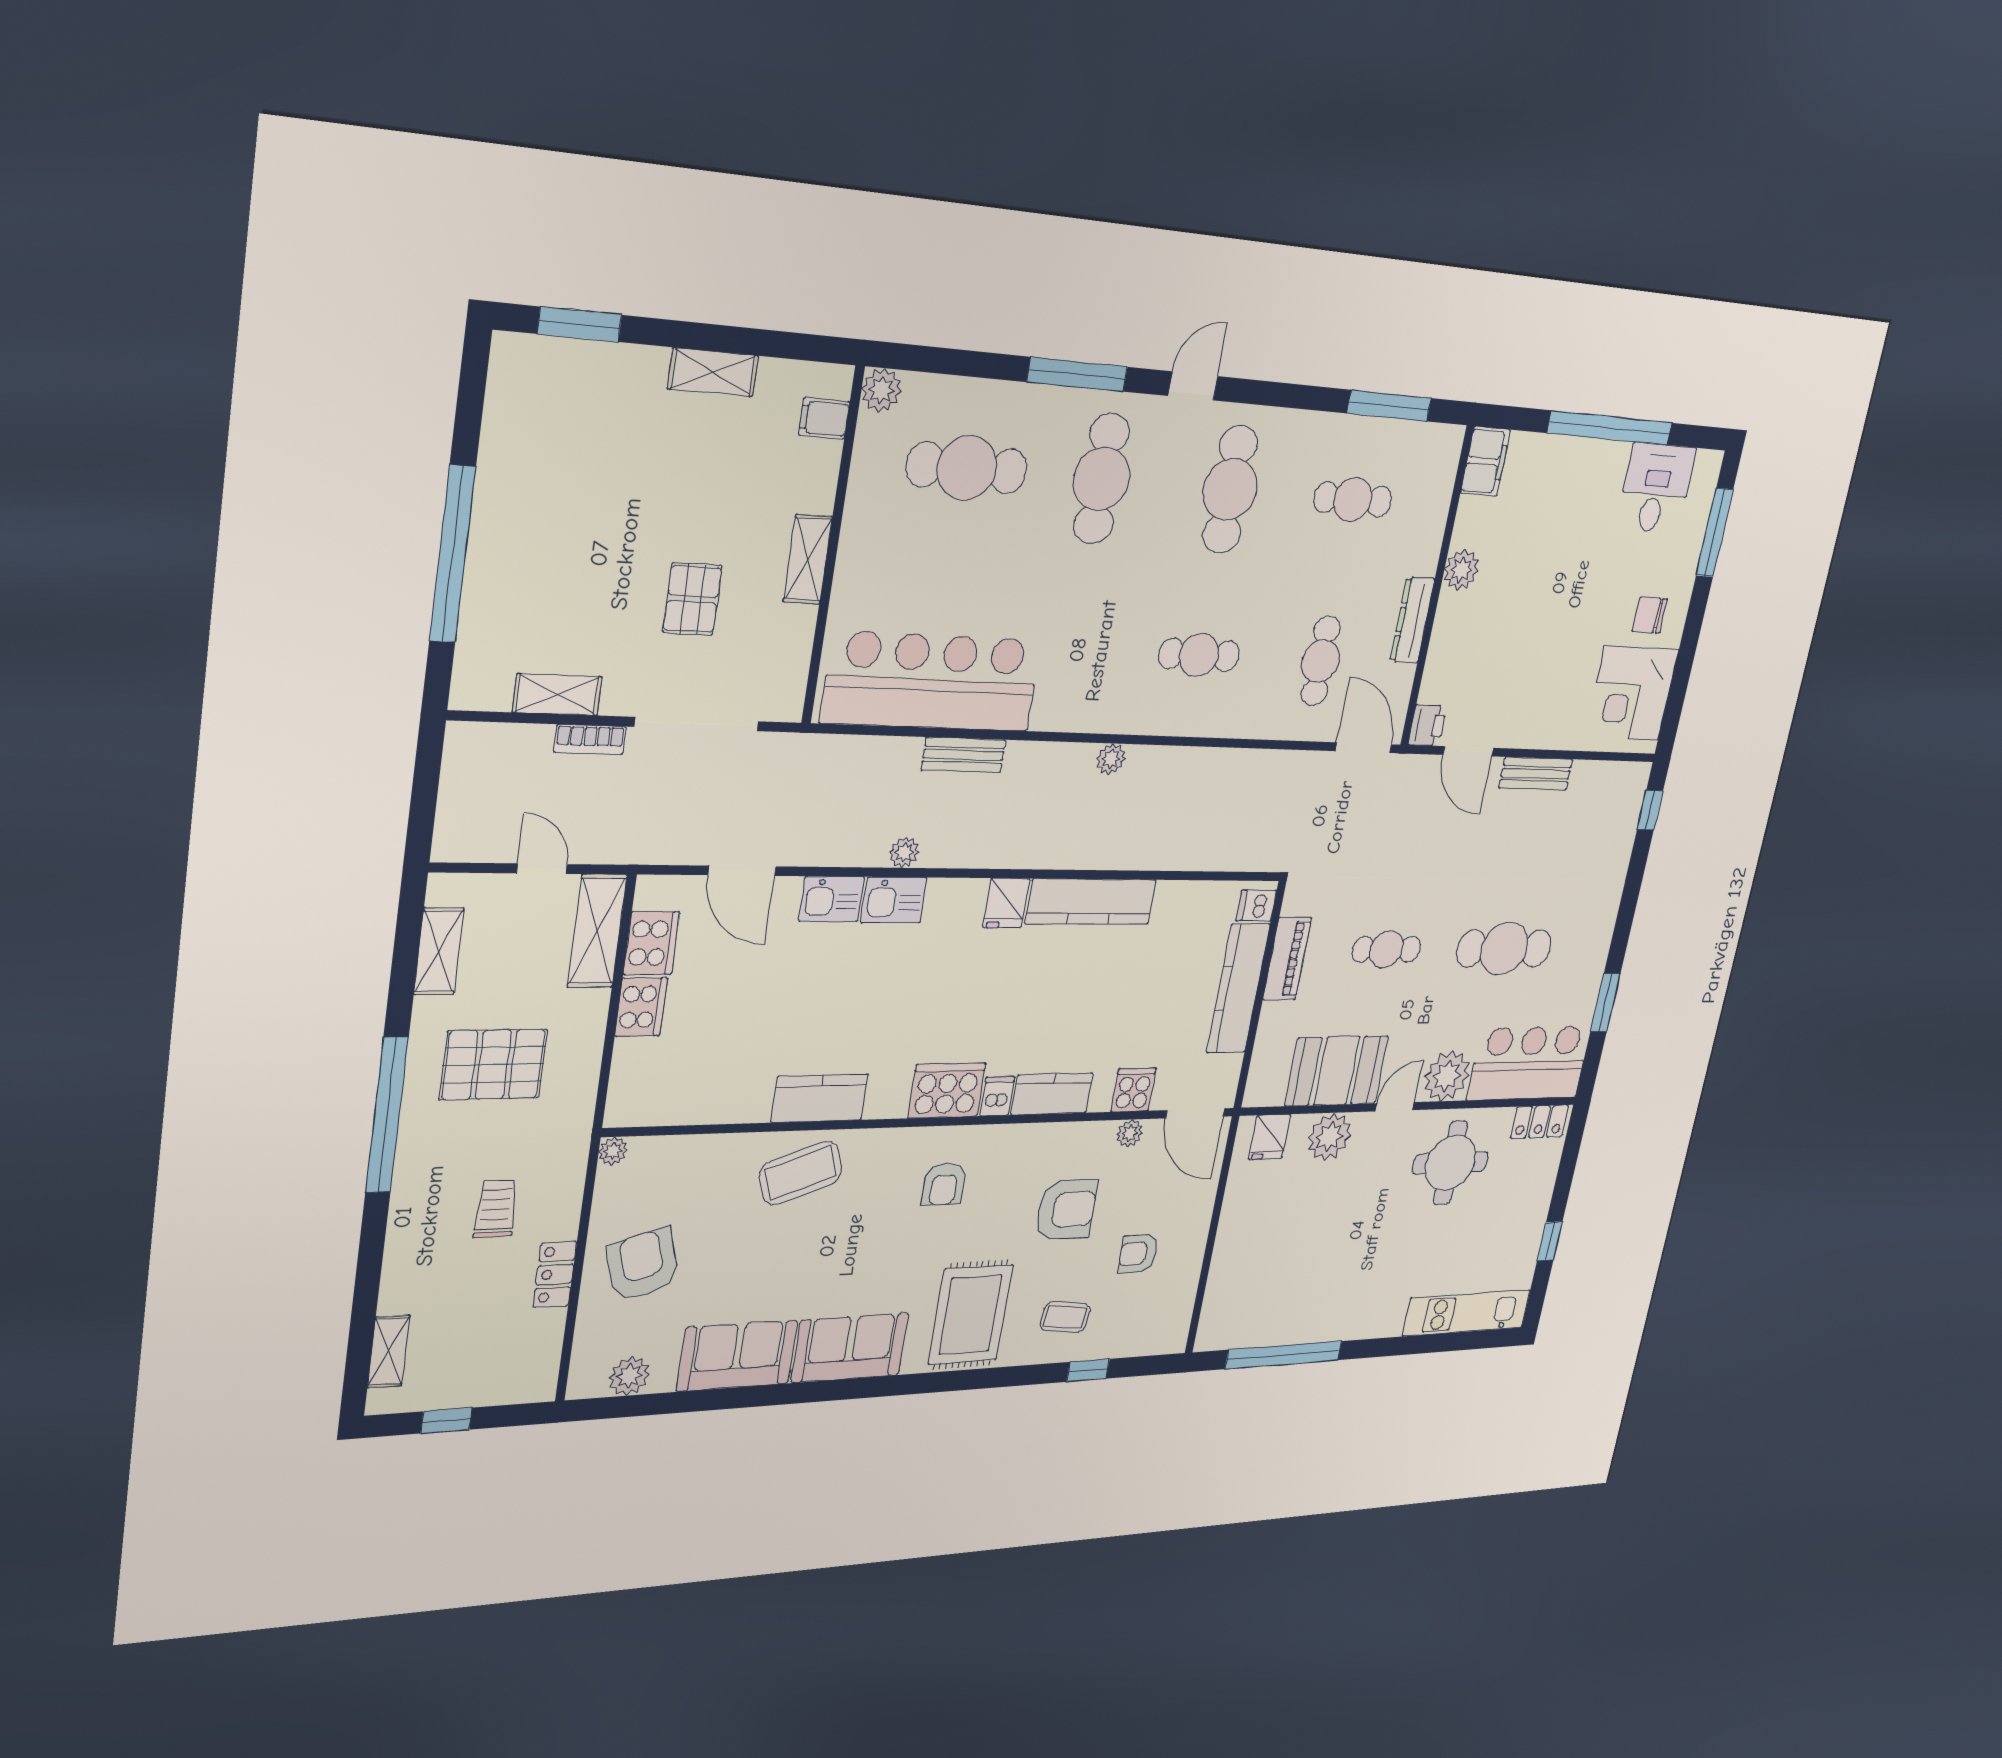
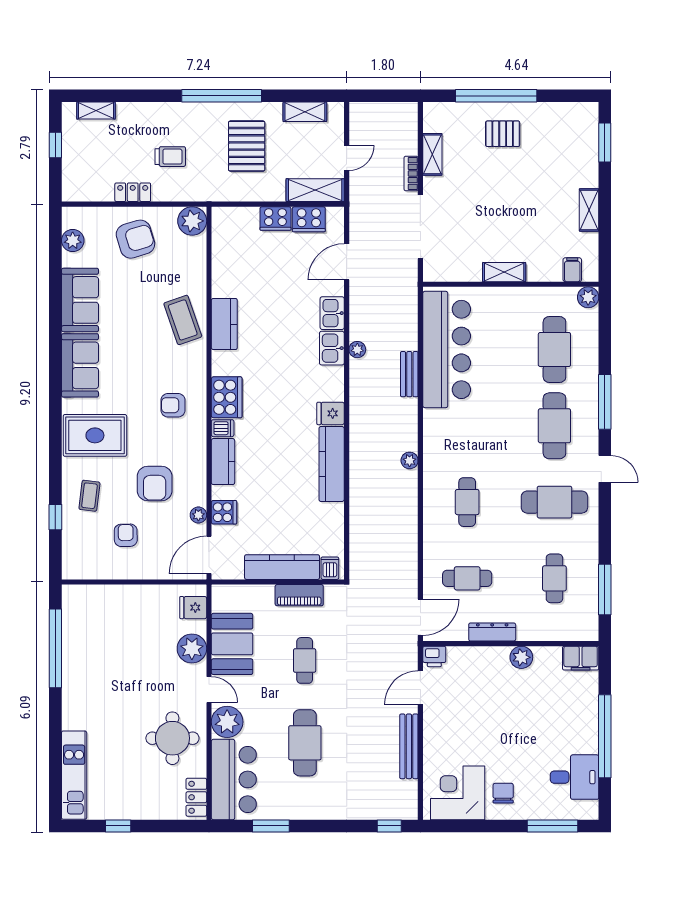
cafe table: (1102, 479) -> (554, 426), turned 90
pallet: (692, 599) -> (503, 134), moved
bench: (1536, 774) -> (409, 746), width x1.36
plant: (613, 1151) -> (192, 221), width x1.87, depth x1.87

